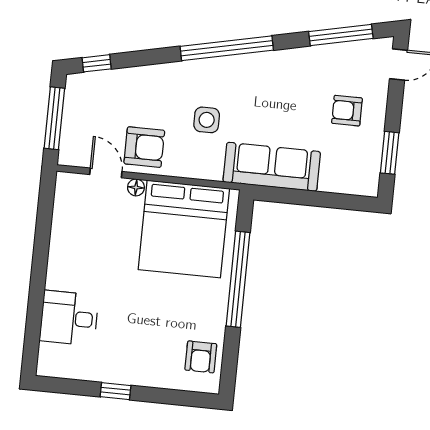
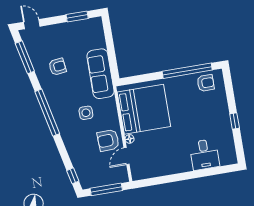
armchair: (347, 111) -> (57, 67), moved, turned -97
armchair: (144, 147) -> (108, 140), turned -92
window: (238, 279) -> (187, 71), moved

